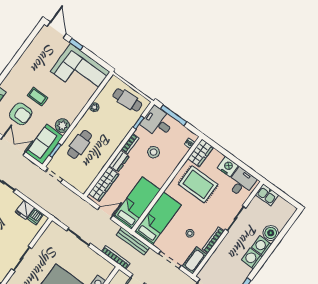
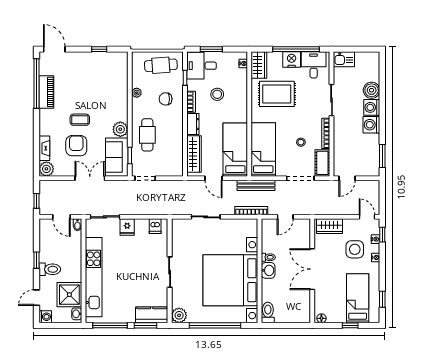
window: (76, 44) -> (99, 49), moved
window: (25, 46) -> (37, 83), added
piano: (28, 58) -> (46, 92), added
corner sofa: (80, 72) -> (101, 71), removed
armchair: (21, 114) -> (76, 146), turned -90
window: (174, 115) -> (211, 49), width x0.69
chair: (113, 128) -> (166, 99), added
window: (237, 161) -> (296, 49), added
fridge: (25, 210) -> (127, 227), moved
door: (105, 213) -> (214, 178), swing flipped

